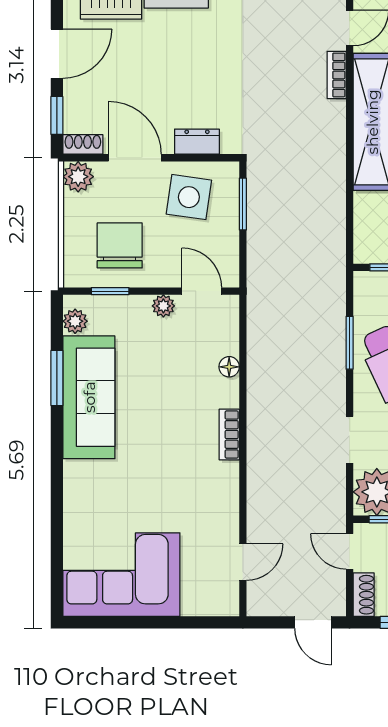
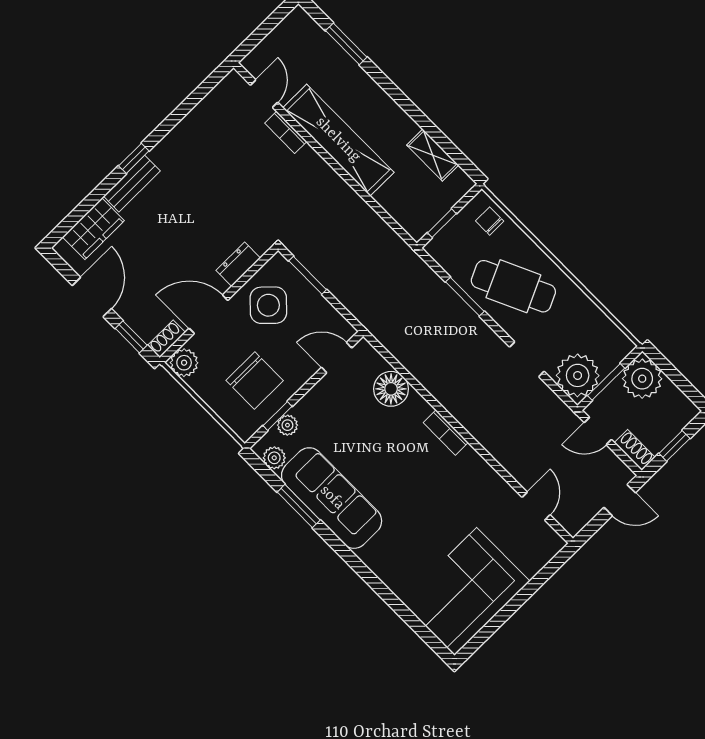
side table: (189, 197) -> (268, 305), turned 36
chair: (120, 245) -> (255, 380), turned 180
plant: (163, 306) -> (287, 425), moved
floor lamp: (229, 367) -> (391, 389), width x1.89, depth x1.89

